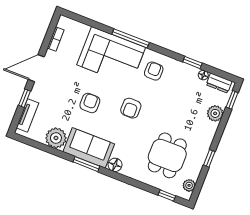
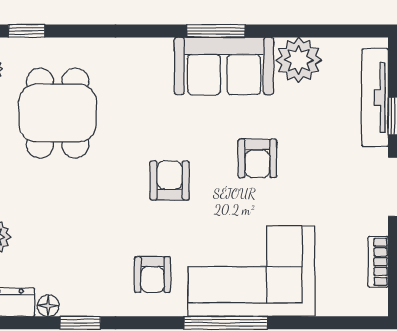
tv unit: (27, 115) -> (375, 98), width x1.41
floor lamp: (115, 165) -> (157, 52), removed

